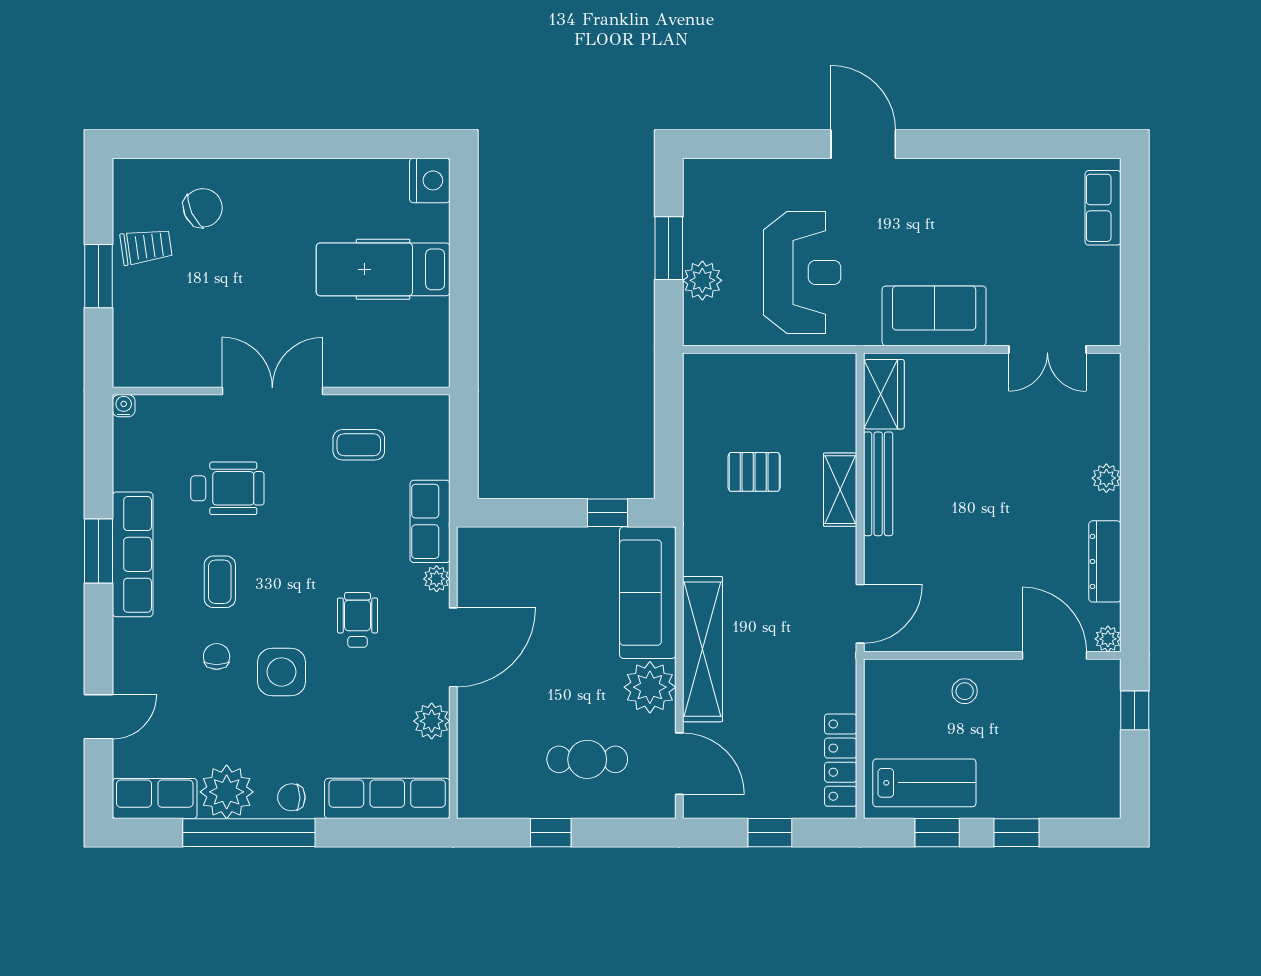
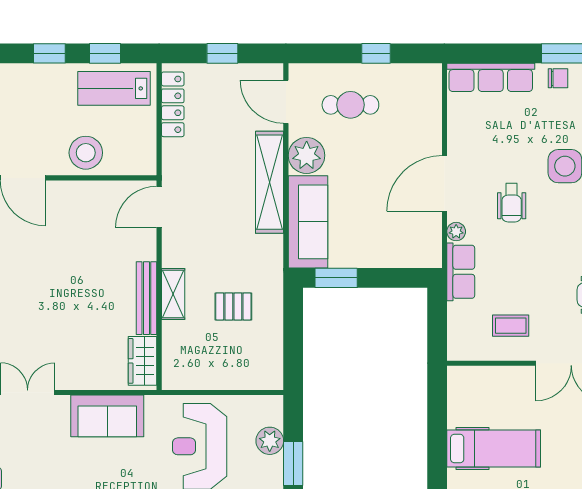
window: (608, 513) -> (336, 278), width x1.50
stool: (965, 691) -> (86, 153), width x1.89, depth x1.89
plant: (432, 721) -> (460, 132), removed

